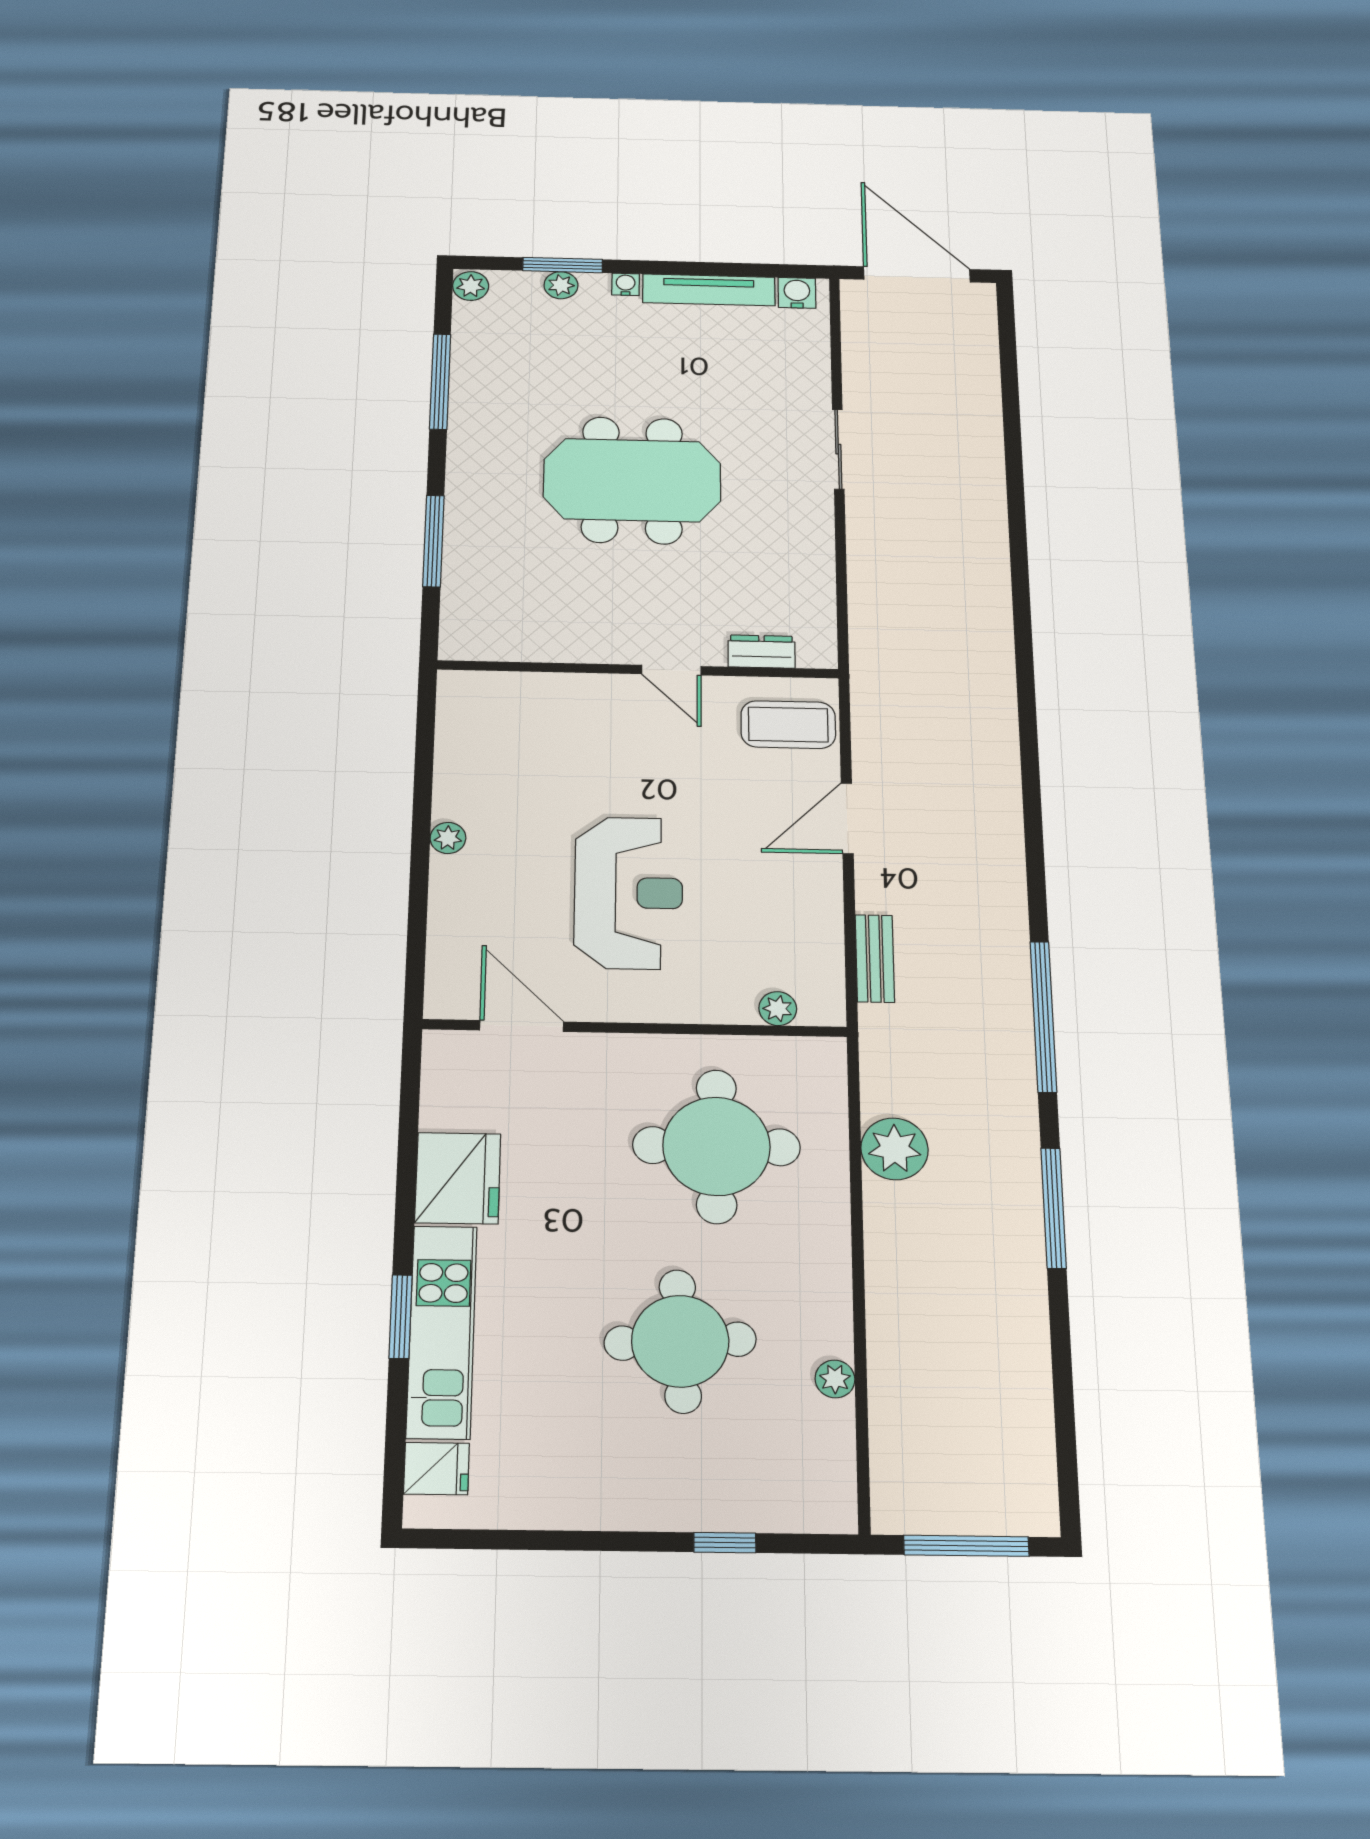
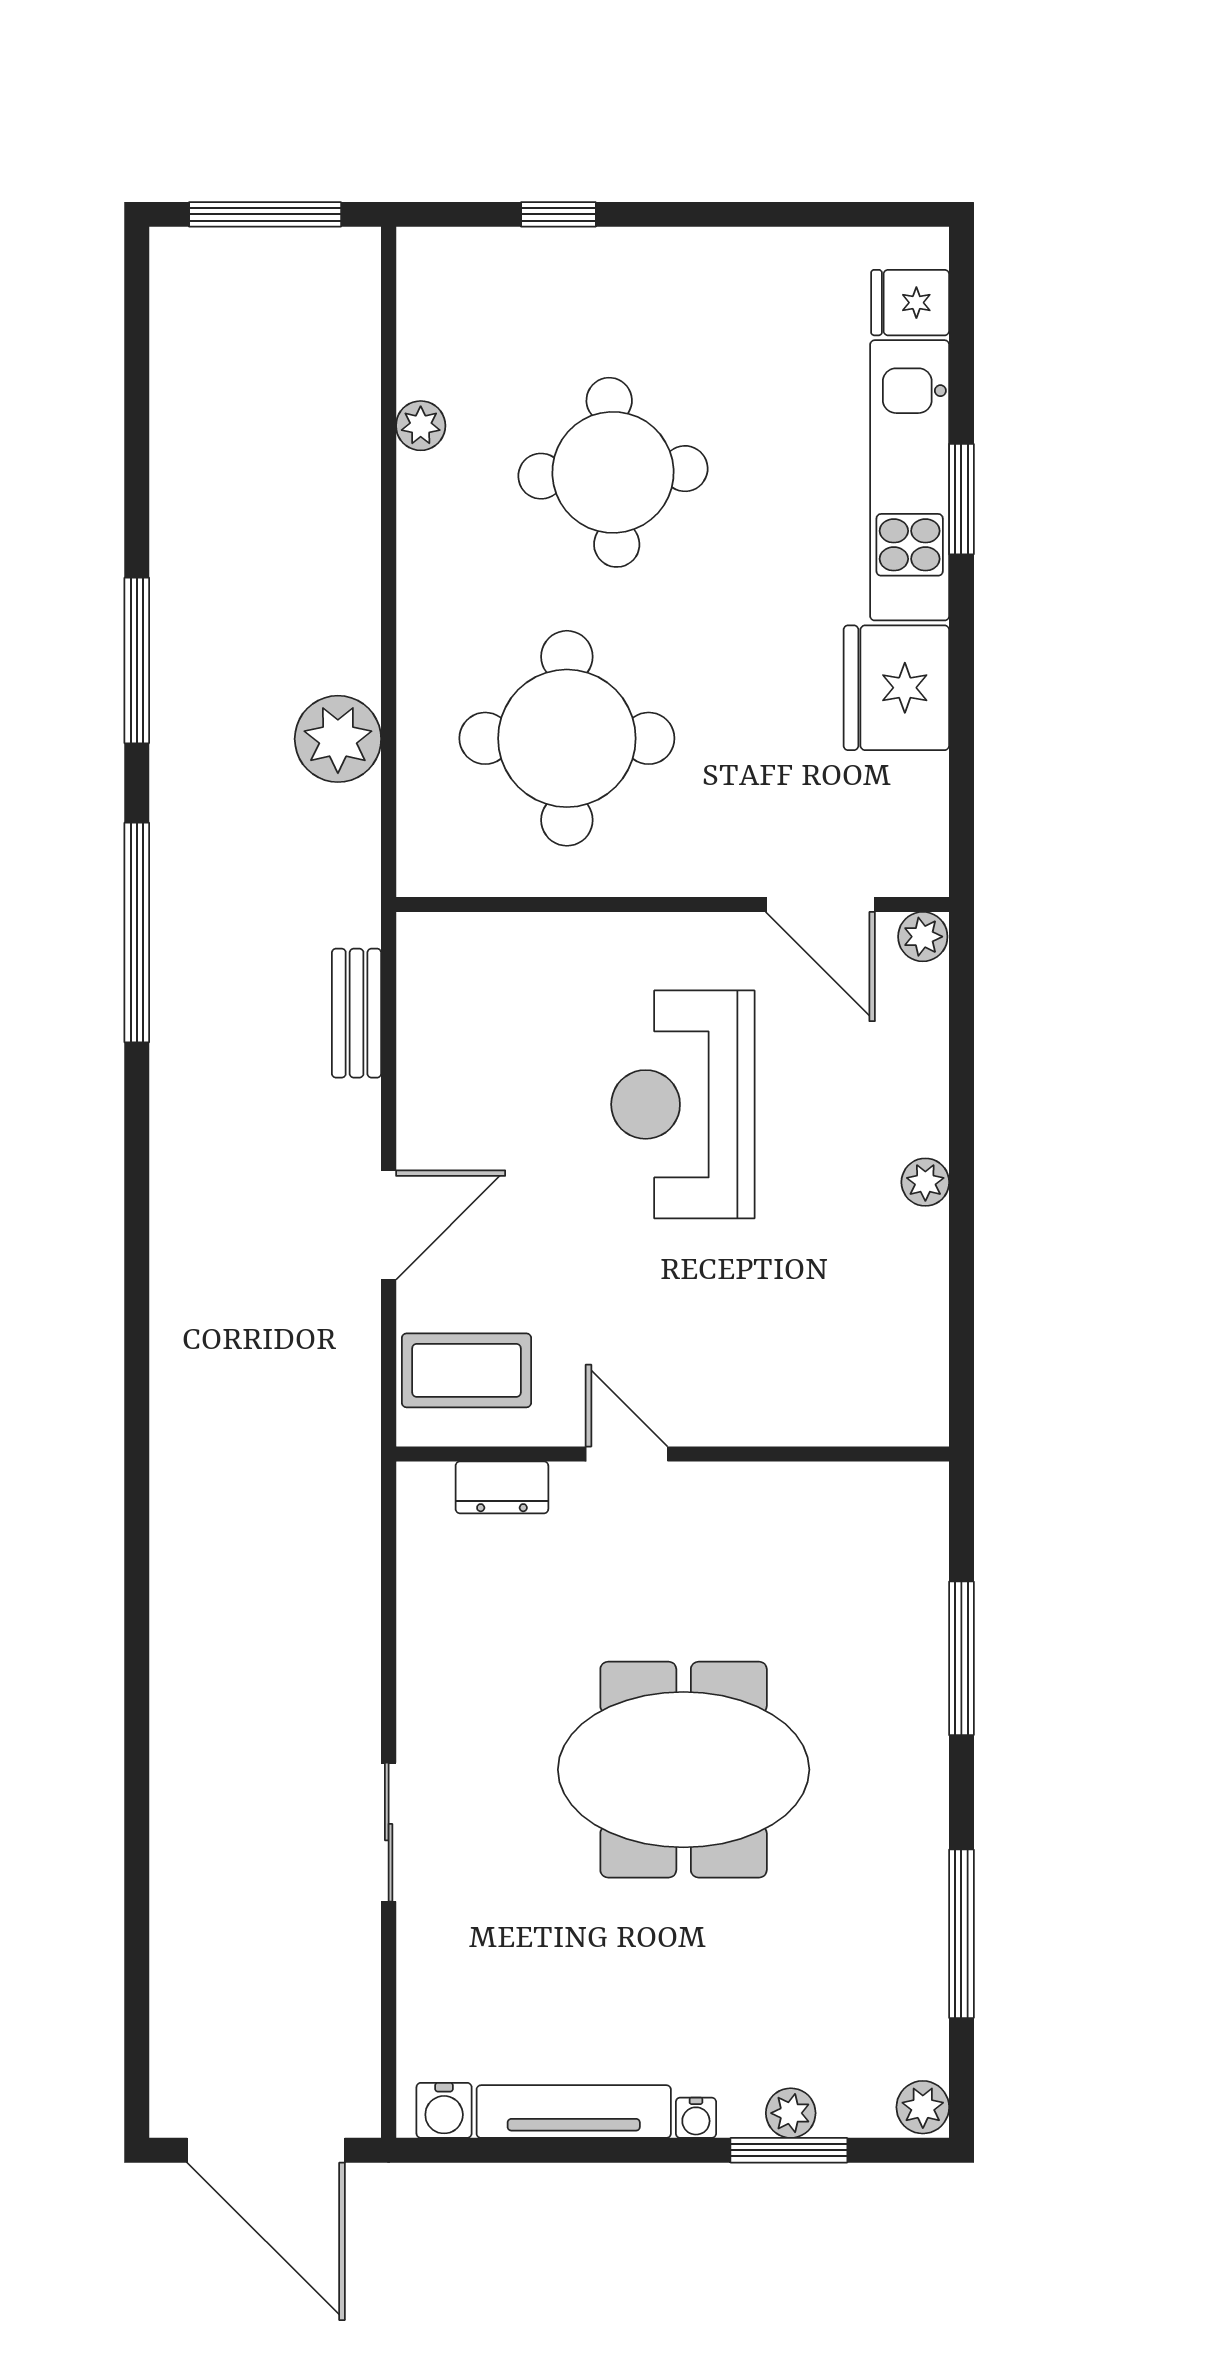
plant: (778, 1009) -> (923, 937), moved

